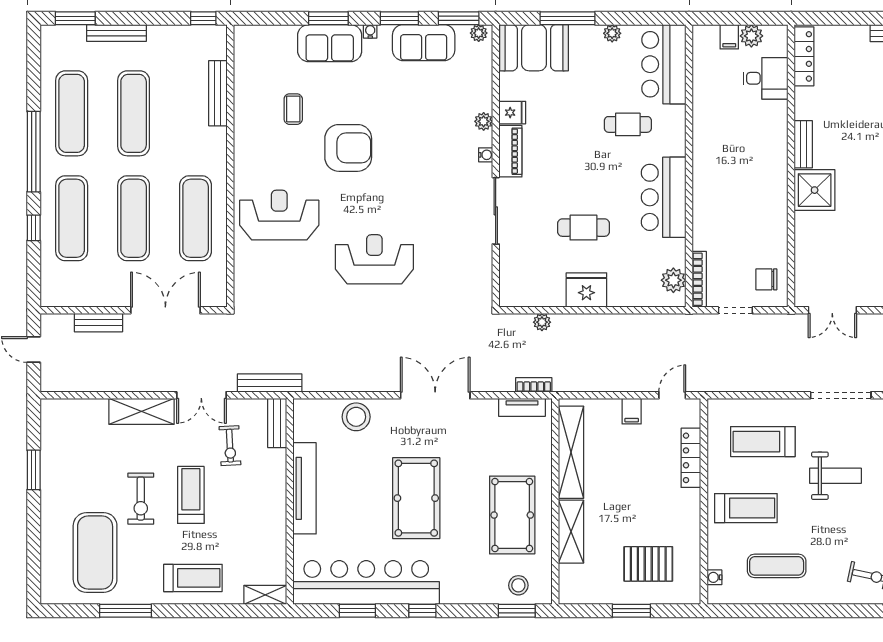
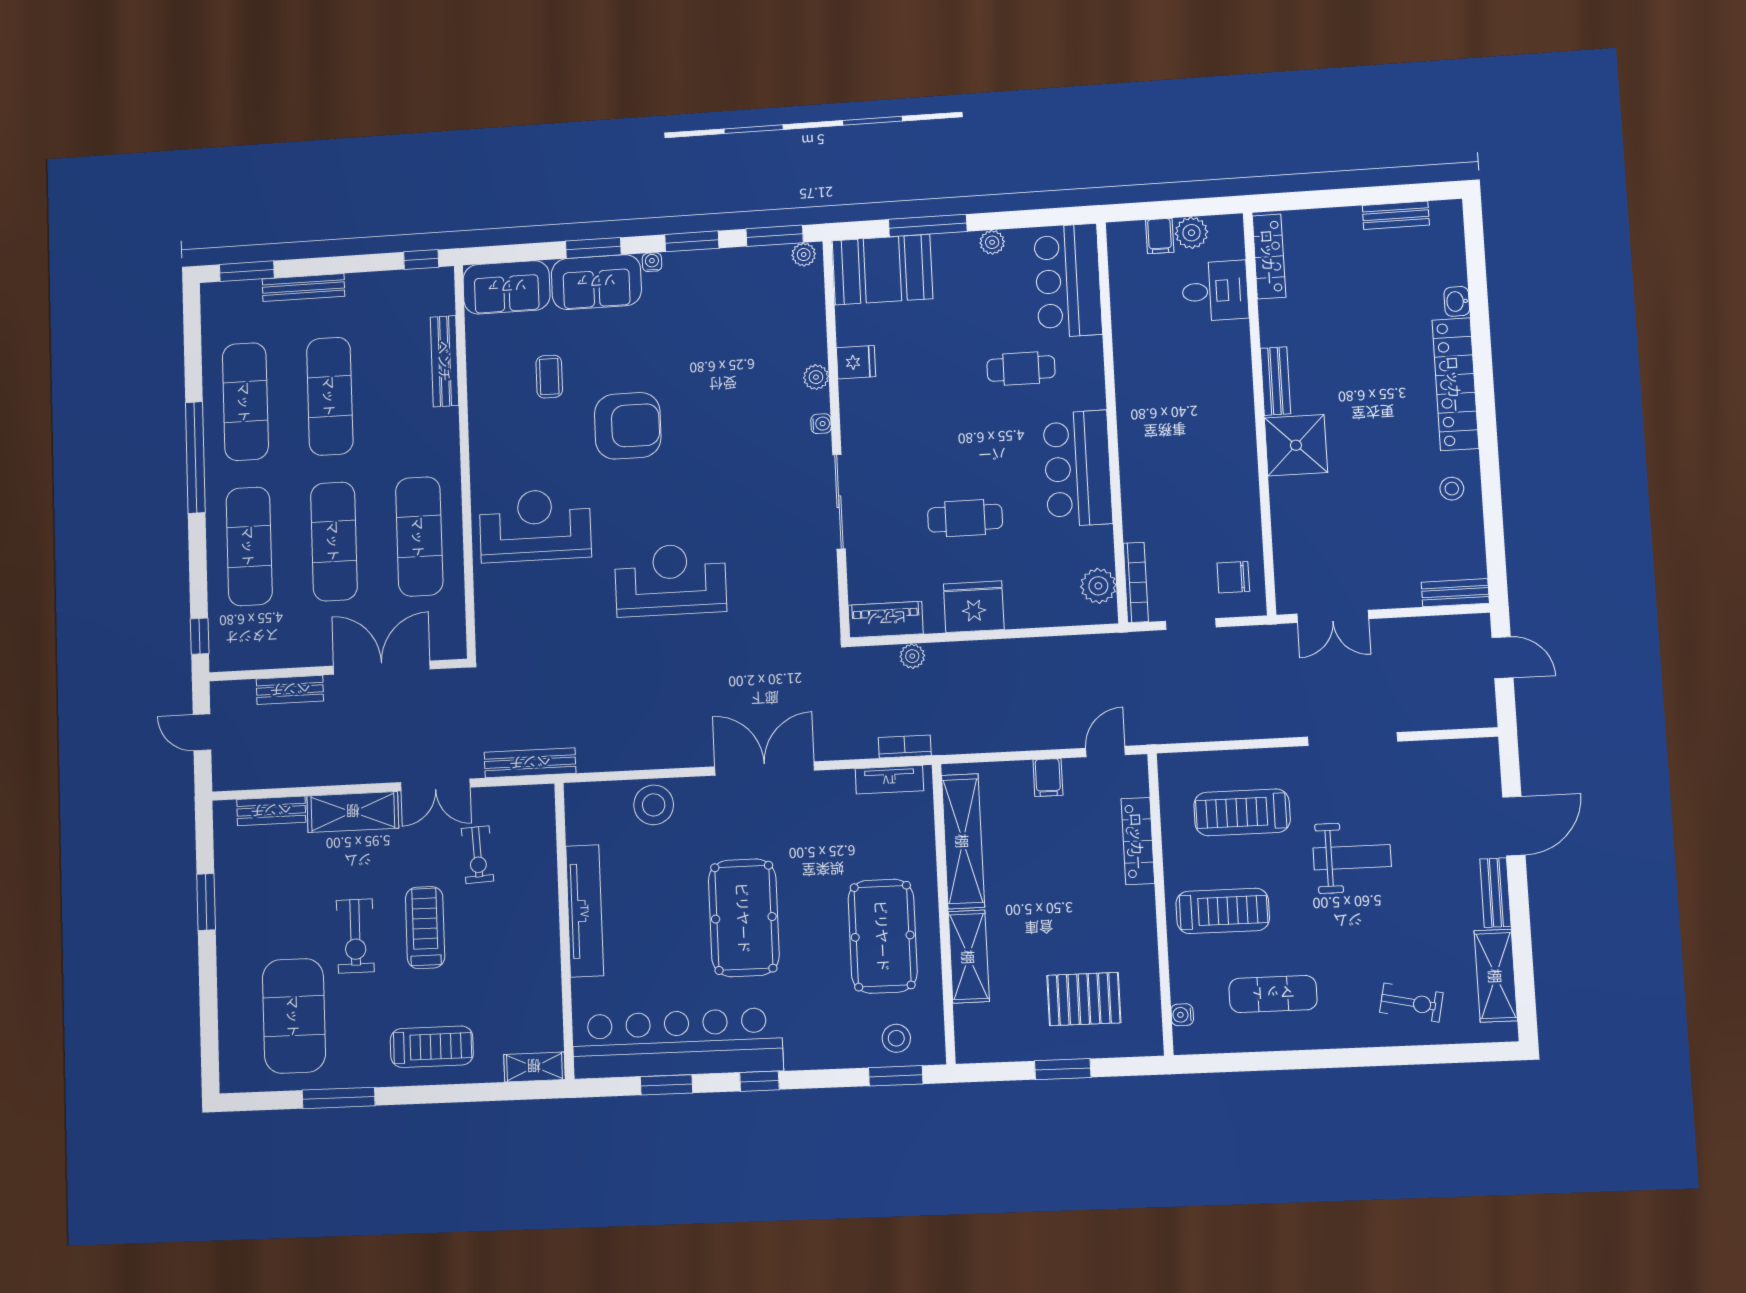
sofa: (424, 43) -> (507, 287), moved
piano: (510, 151) -> (886, 619), moved, turned -90
window: (34, 228) -> (200, 636), moved
bench: (277, 423) -> (271, 811), moved, turned 90

